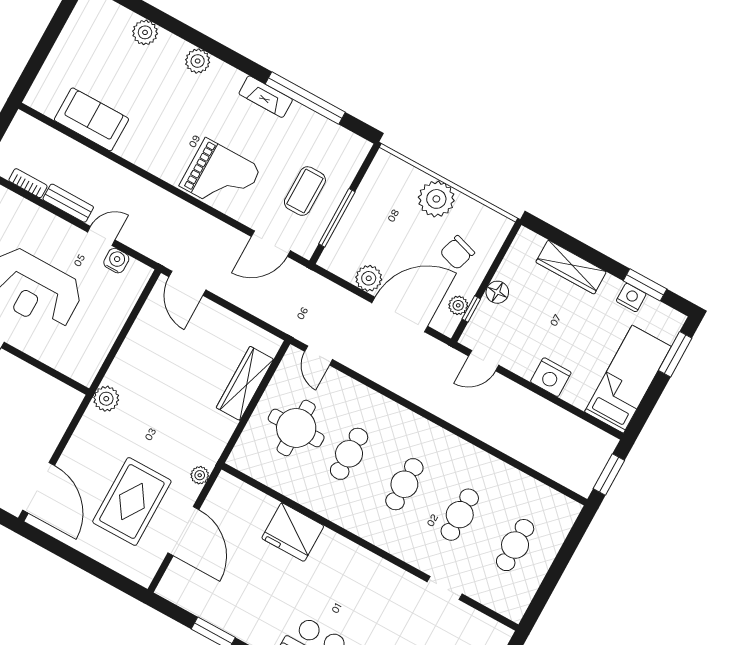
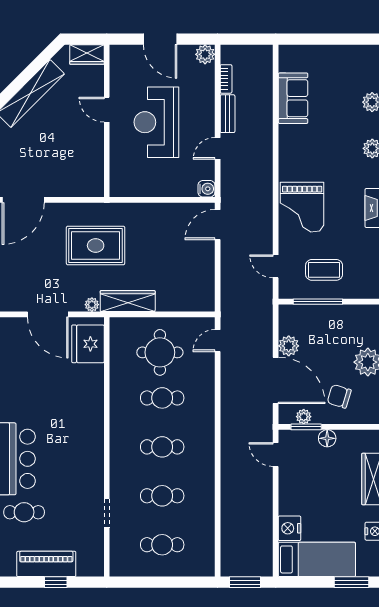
door: (101, 236) -> (218, 148), swing flipped
door: (271, 244) -> (276, 266), width x0.73
water cooler: (116, 261) -> (206, 189), moved
window: (471, 309) -> (306, 427), width x1.50
nightstand: (551, 377) -> (289, 528), moved
wardrobe: (245, 383) -> (128, 301), moved
plant: (106, 399) -> (109, 213), removed
rug: (132, 501) -> (96, 245), moved
door: (183, 531) -> (48, 314), hinge flipped
fridge: (293, 532) -> (88, 344), moved

